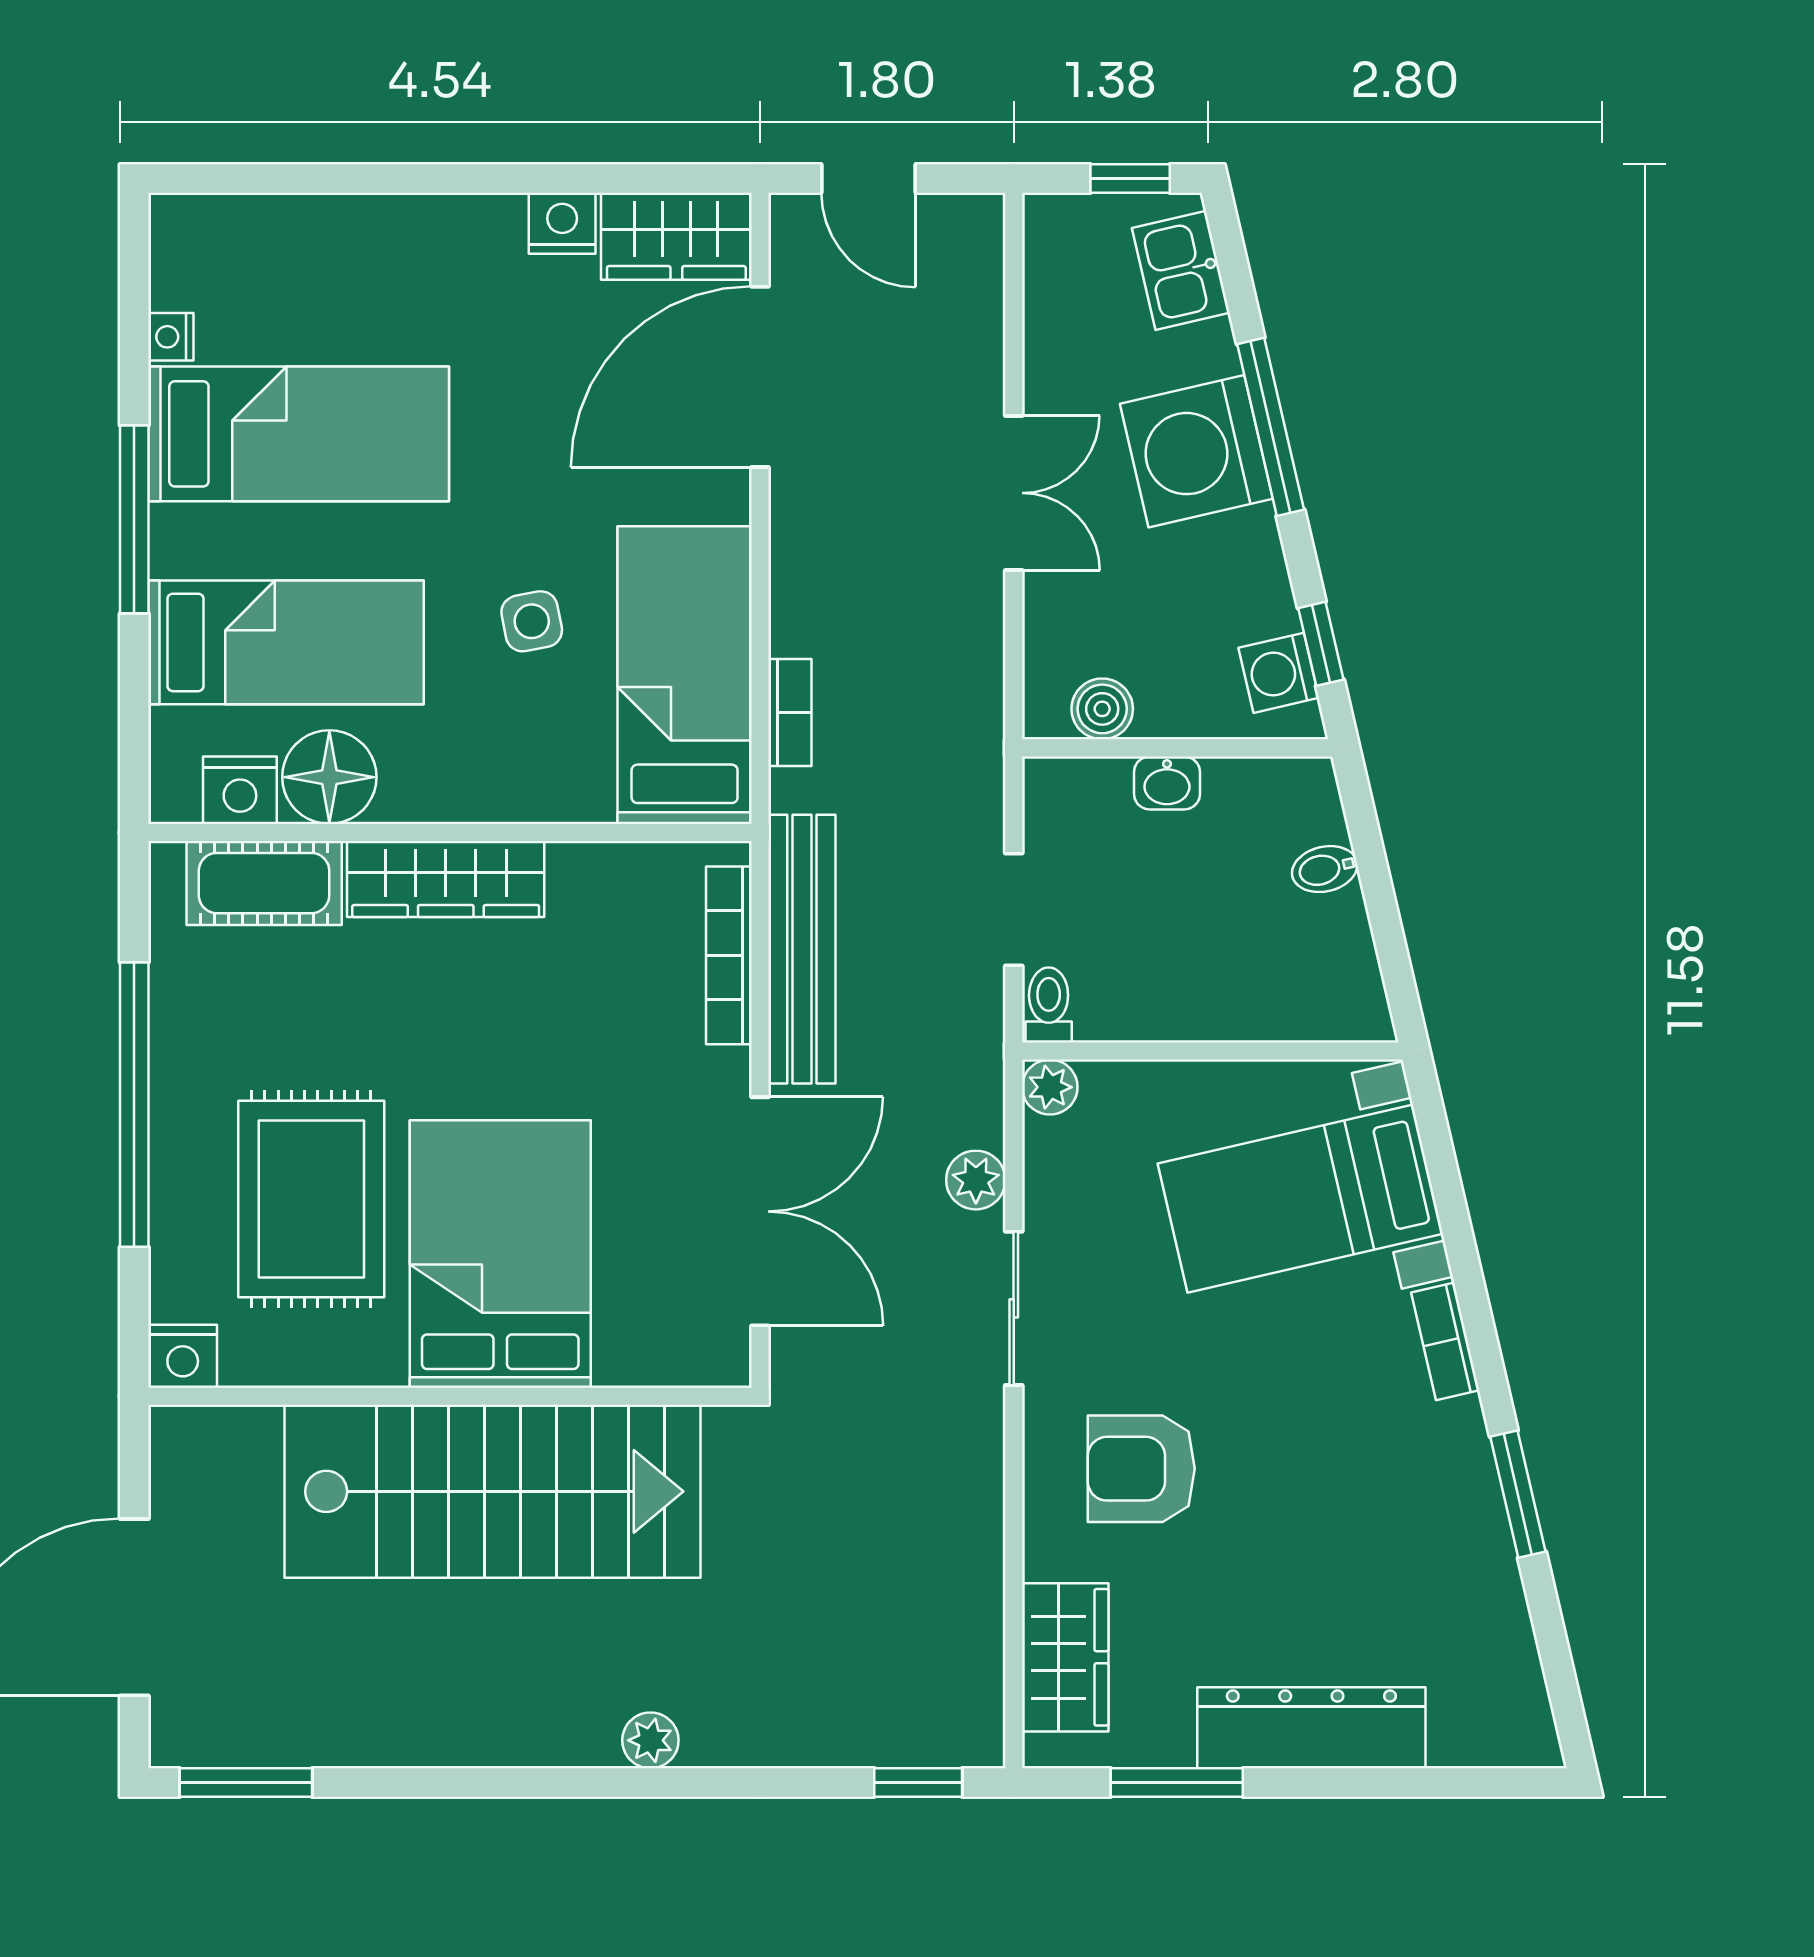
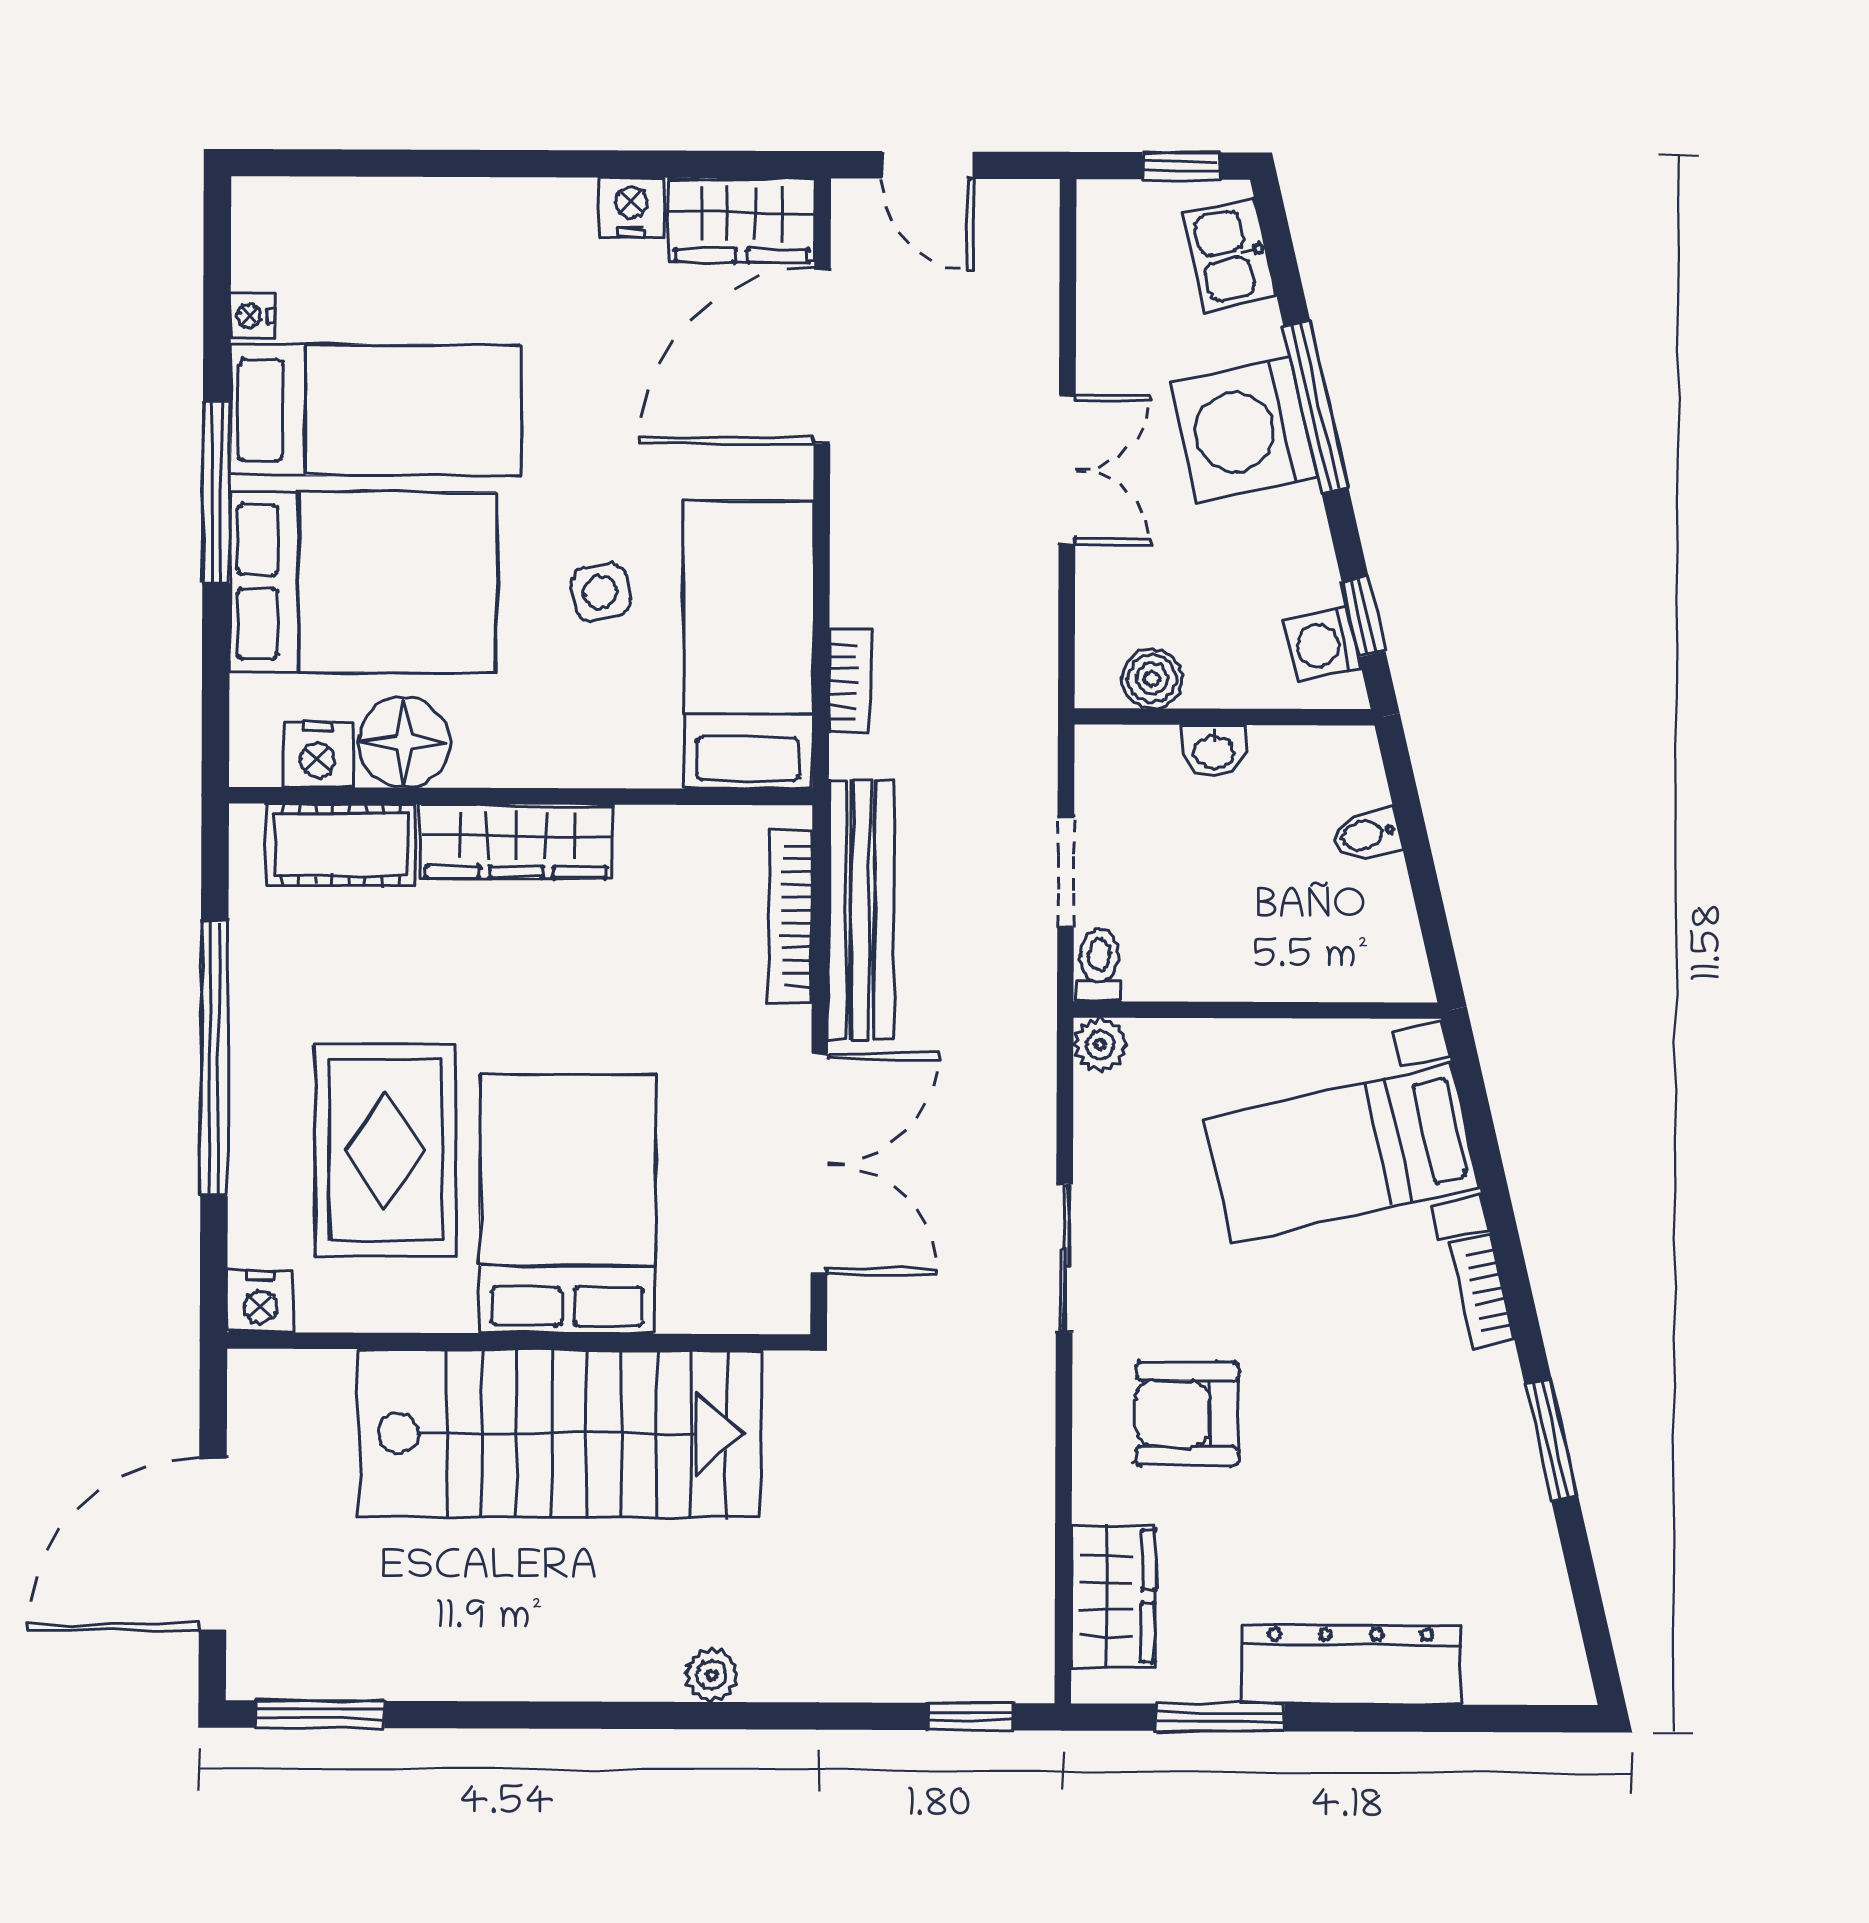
bed: (286, 642) -> (363, 582), width x1.50
plant: (976, 1180) -> (1028, 1134), removed

